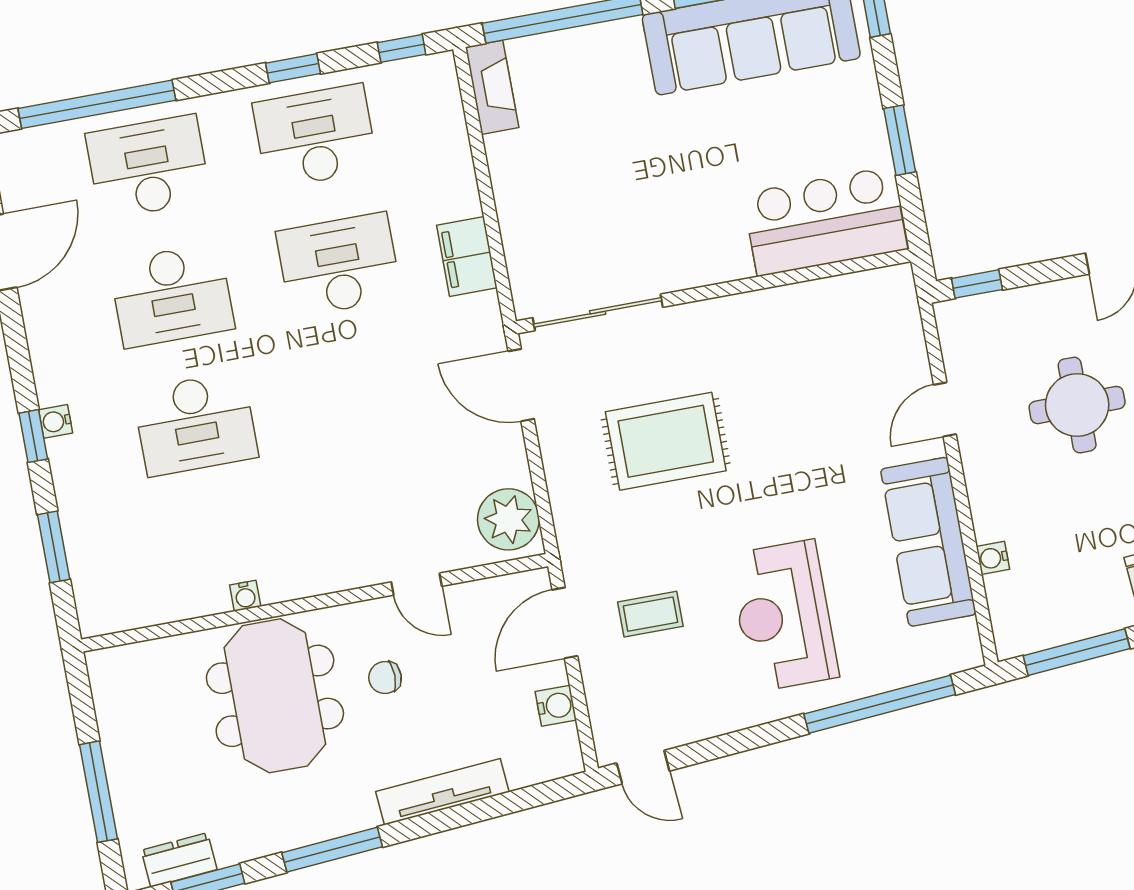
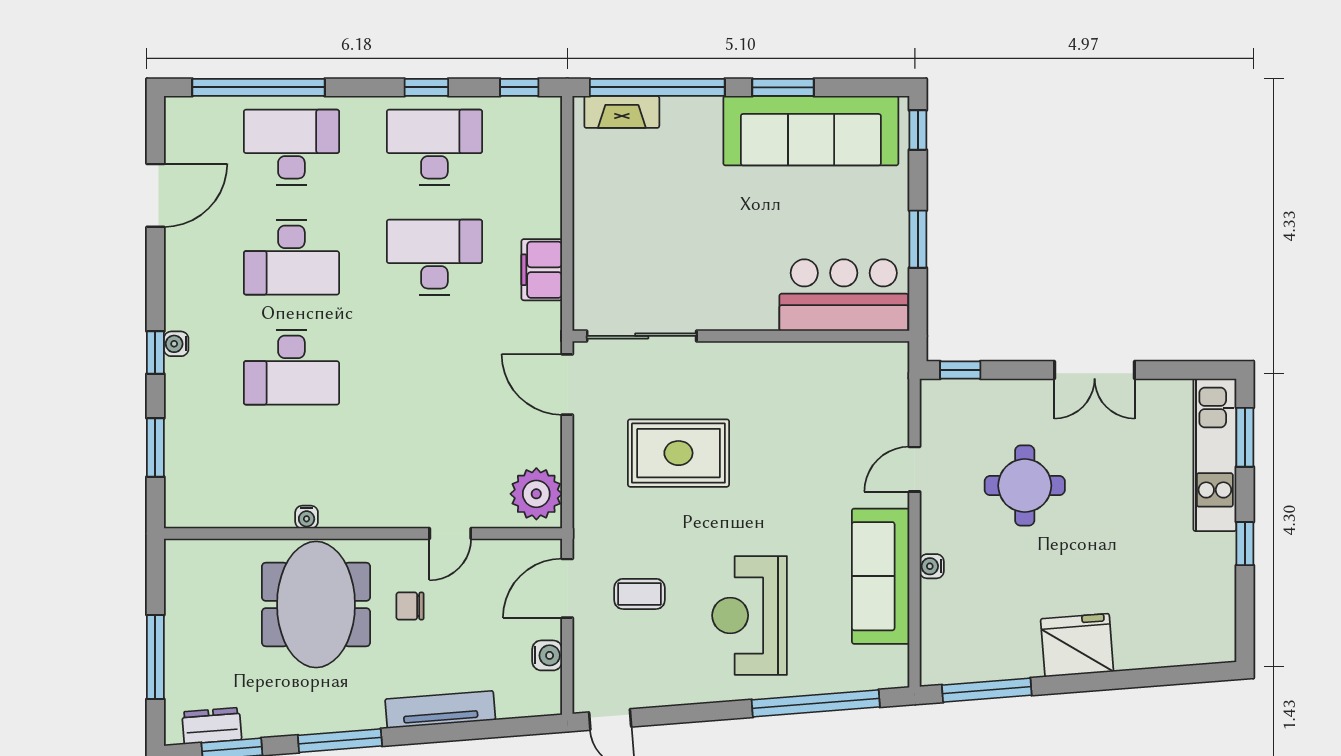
fireplace: (492, 87) -> (622, 112), moved, turned 90
water cooler: (993, 558) -> (932, 566), moved
door: (417, 584) -> (450, 533), hinge flipped

